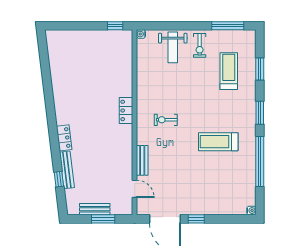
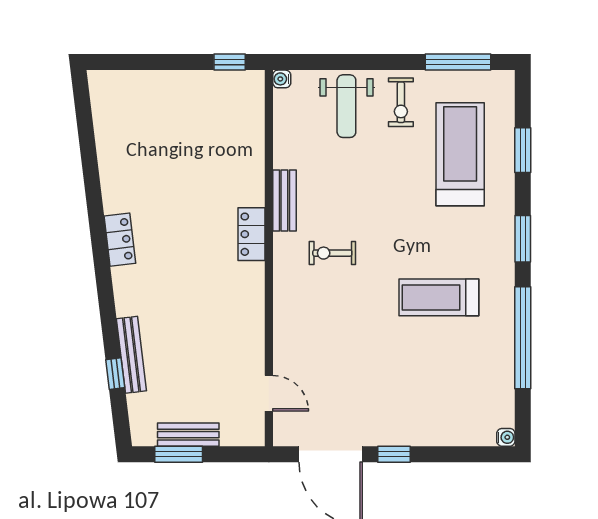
treadmill: (229, 71) -> (460, 154), width x1.37, depth x1.38
locker: (64, 138) -> (120, 240), moved
bench: (142, 160) -> (284, 201), moved
window: (103, 219) -> (179, 454), moved

